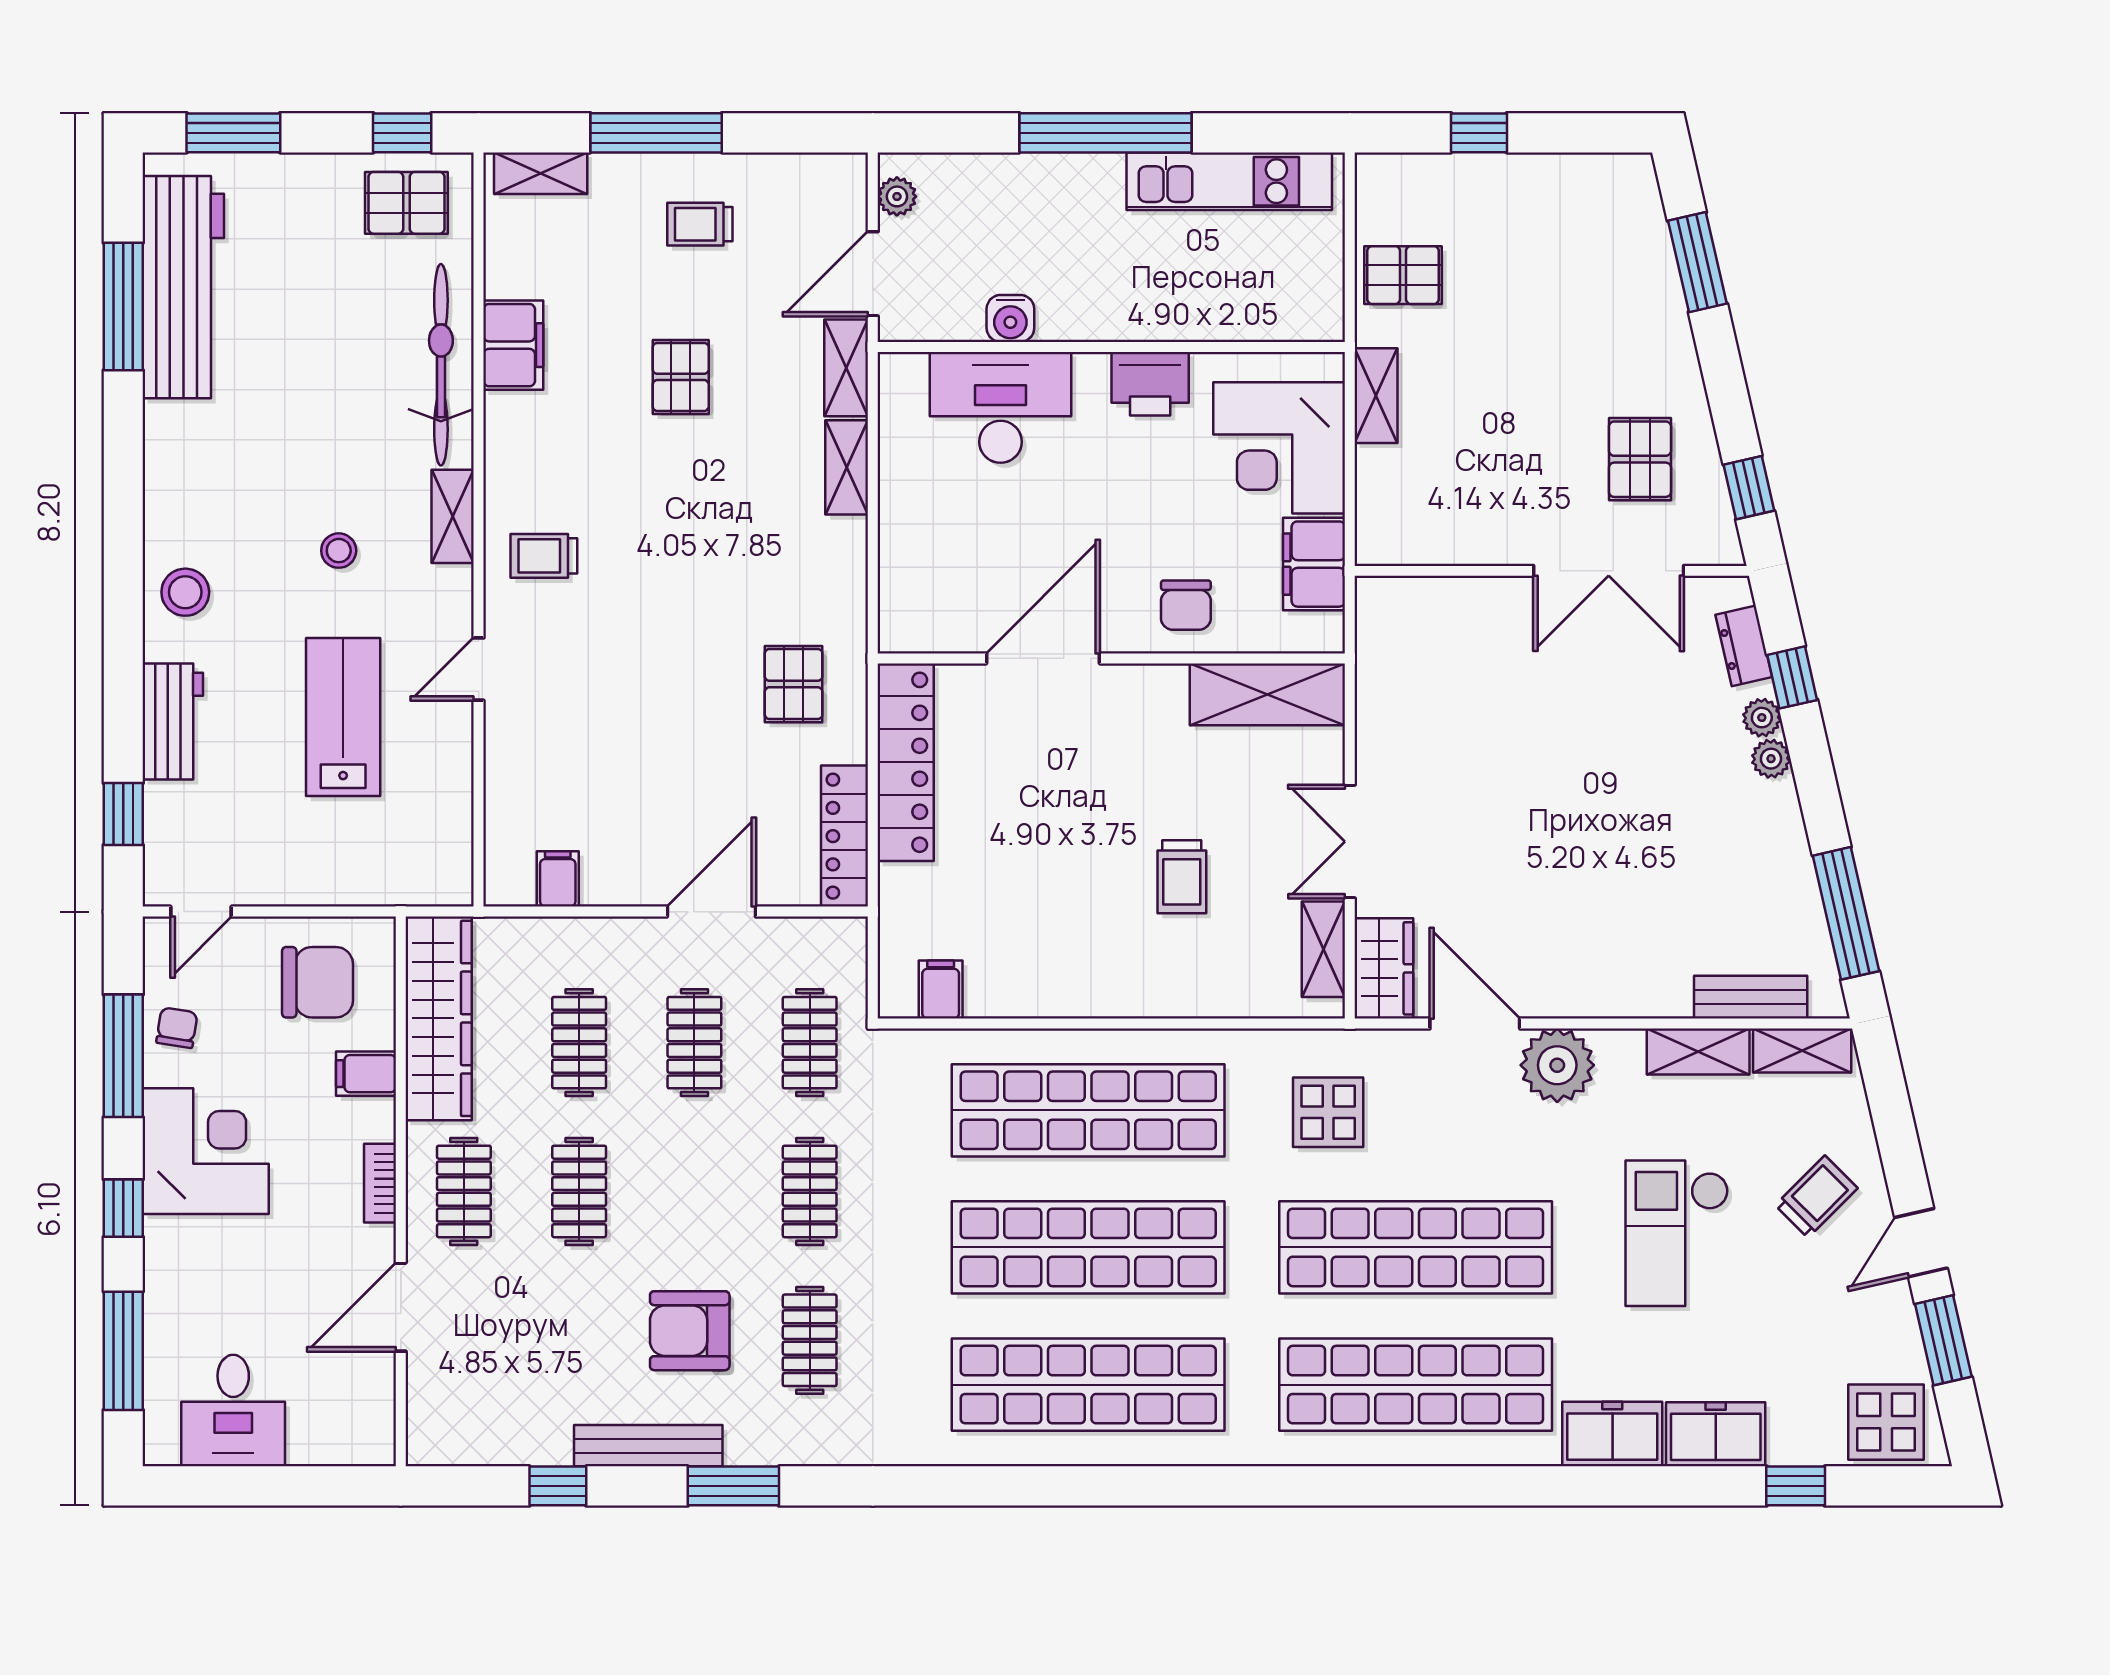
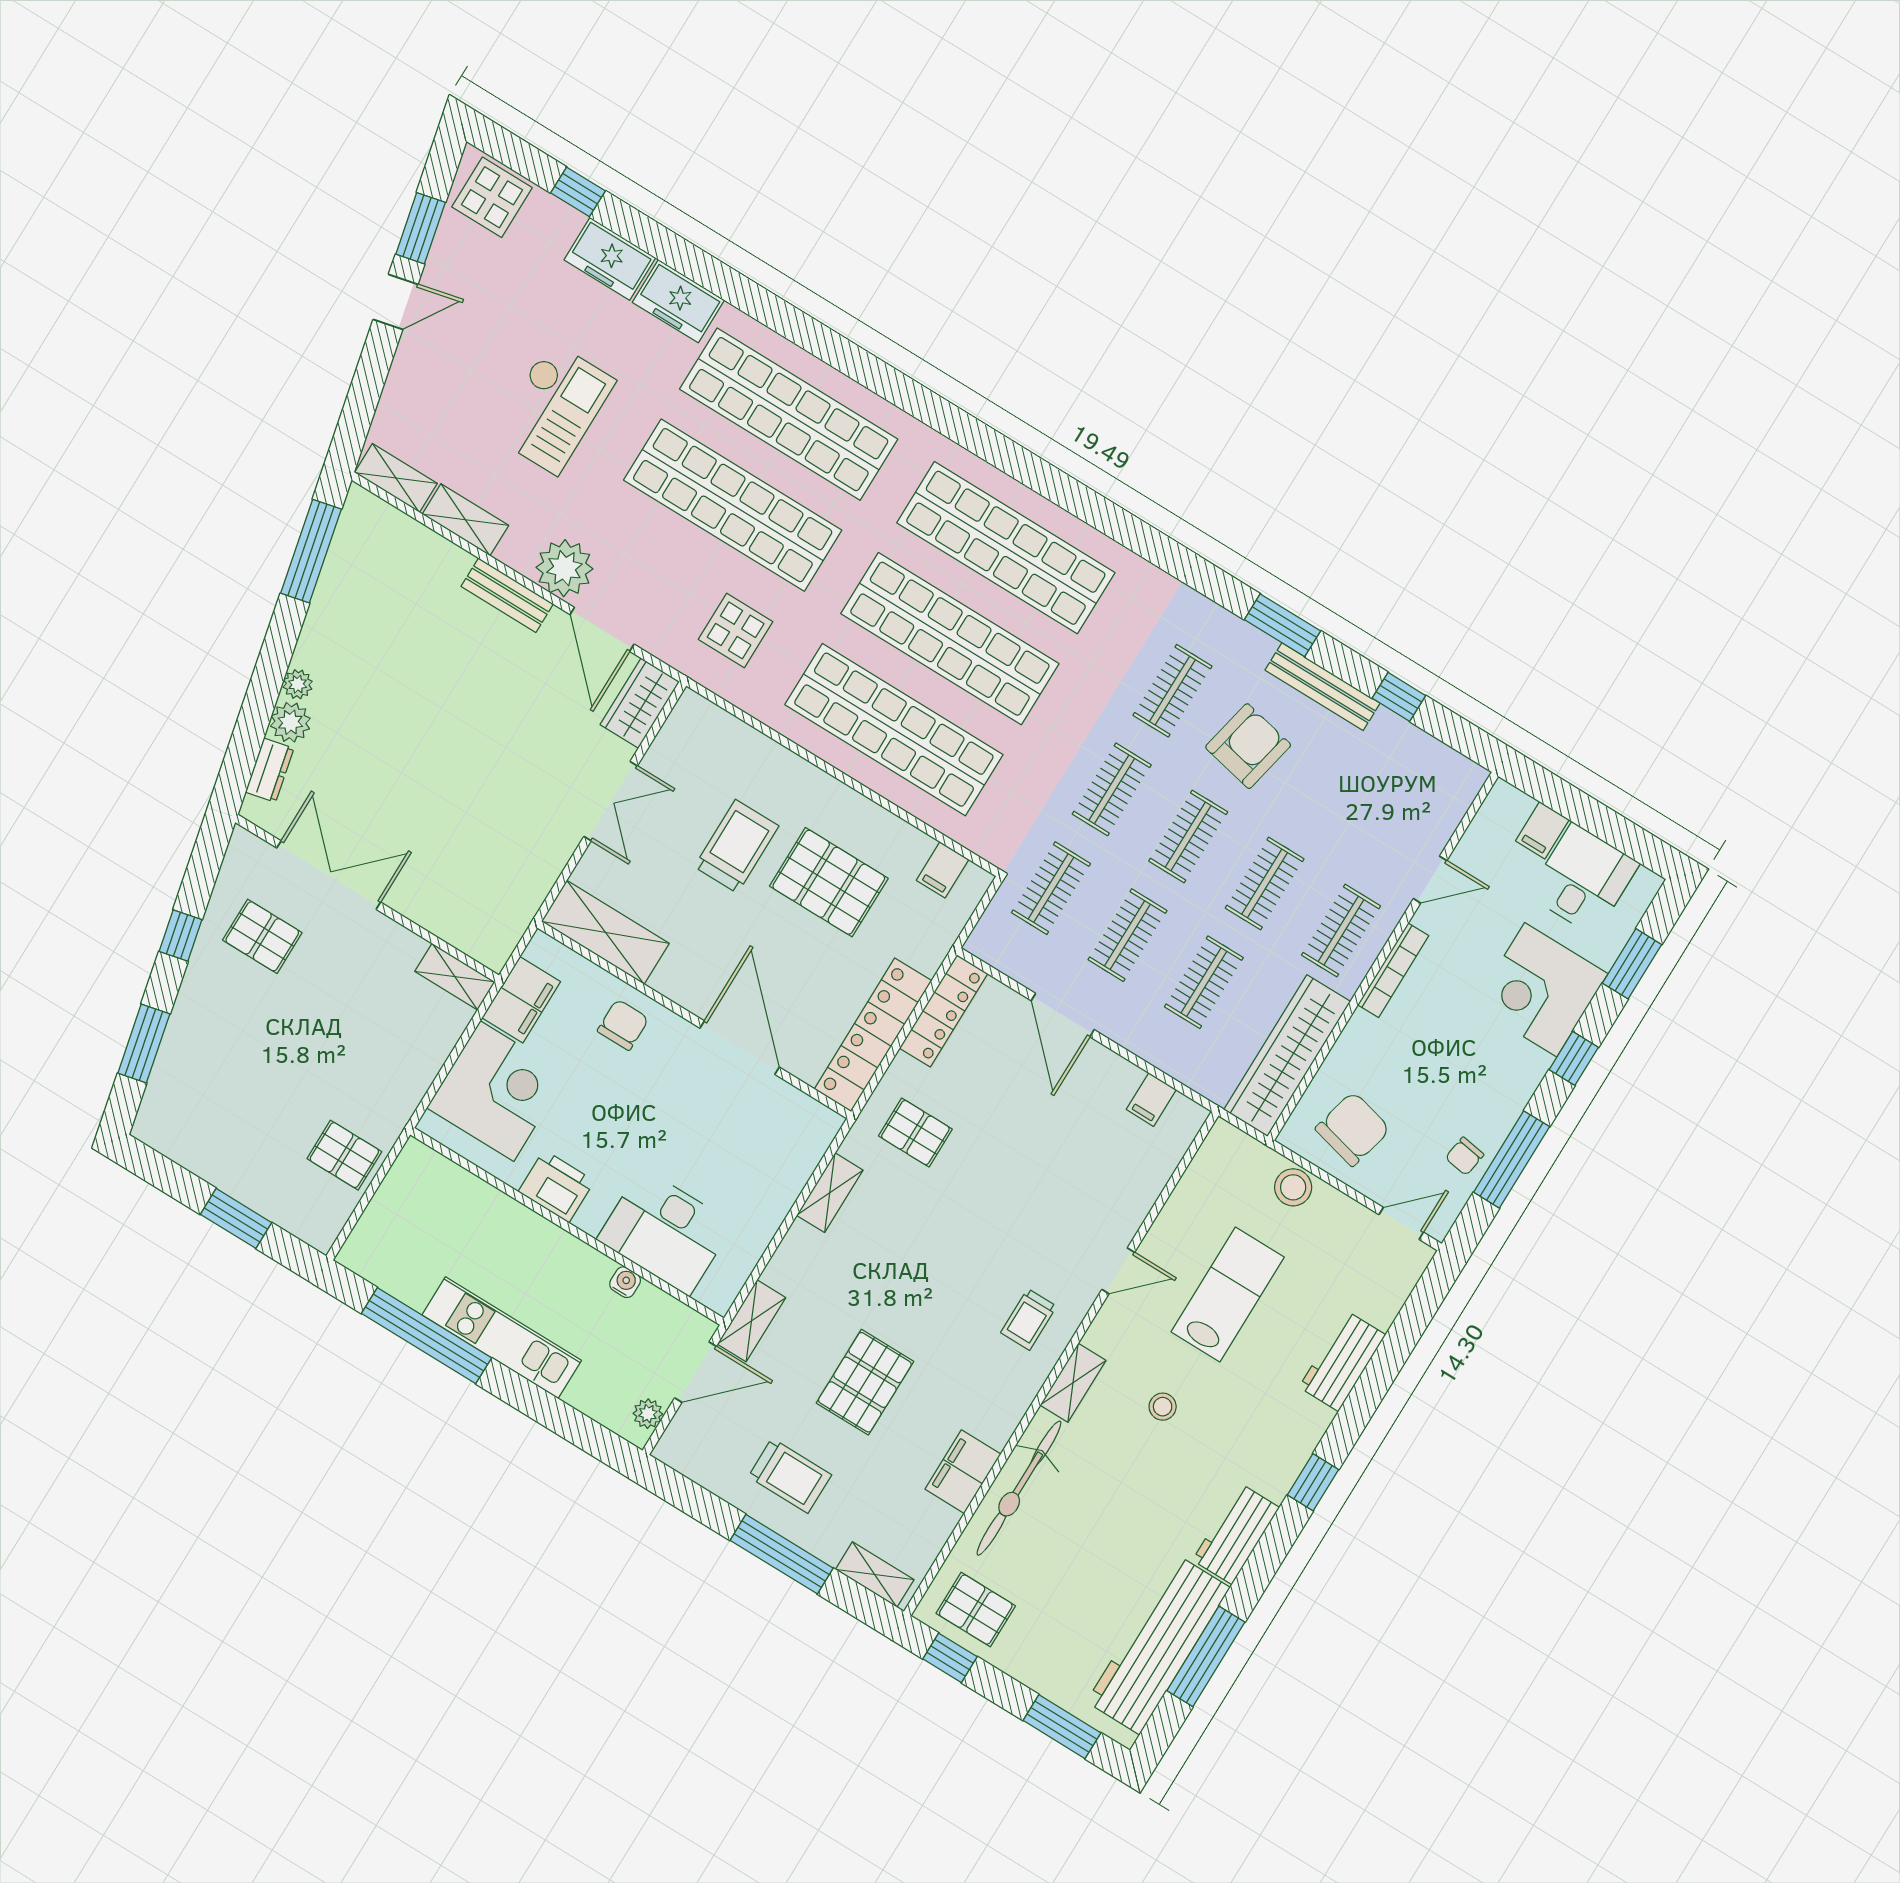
window: (1105, 133) -> (426, 1336), moved
window: (1479, 133) -> (236, 1218), width x1.50
kitchen unit: (1229, 181) -> (502, 1338), moved
trolley: (700, 224) -> (790, 1476), width x1.36, depth x1.39
water cooler: (1010, 318) -> (625, 1282), width x0.72, depth x0.72
pallet: (681, 377) -> (865, 1382), width x1.50, depth x1.42
shelving: (1376, 396) -> (455, 977), moved, turned 90
pallet: (1640, 459) -> (262, 936), turned 90
workbench: (173, 461) -> (1236, 1534), added
shelving: (847, 467) -> (830, 1193), moved
window: (1749, 488) -> (181, 936), moved
trolley: (544, 556) -> (1029, 1319), turned 90
stool: (185, 592) -> (1293, 1187), moved
door: (1043, 658) -> (740, 1048), swing flipped
window: (1792, 677) -> (250, 730), removed
pallet: (794, 684) -> (915, 1133), turned 90
lab bench: (343, 717) -> (1228, 1294), turned 180
plant: (1762, 718) -> (290, 722), width x1.38, depth x1.38
window: (123, 814) -> (1313, 1482), moved
trolley: (1182, 877) -> (737, 846), width x1.36, depth x1.39
pallet: (1057, 900) -> (829, 882), added
door: (711, 912) -> (1063, 1015), hinge flipped
shelving: (1323, 949) -> (672, 740), removed
chair: (317, 982) -> (1353, 1129), turned 104
bench: (1751, 997) -> (507, 595), moved
filing cabinet: (366, 1074) -> (1542, 830), moved, turned 90
corner desk: (206, 1151) -> (1541, 990), moved
bookcase: (380, 1183) -> (1393, 970), width x1.56
clothes rail: (694, 1191) -> (1188, 836), added
trolley: (1816, 1197) -> (446, 375), removed
door: (401, 1307) -> (1430, 880), width x0.73
armchair: (690, 1331) -> (1248, 746), turned -78
window: (123, 1351) -> (1632, 964), width x0.69

